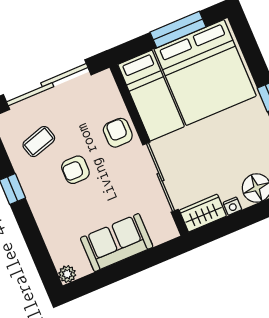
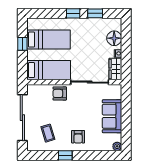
window: (178, 29) -> (22, 44), width x0.46
bed: (205, 73) -> (49, 40), width x0.49
armchair: (75, 170) -> (78, 137), moved

